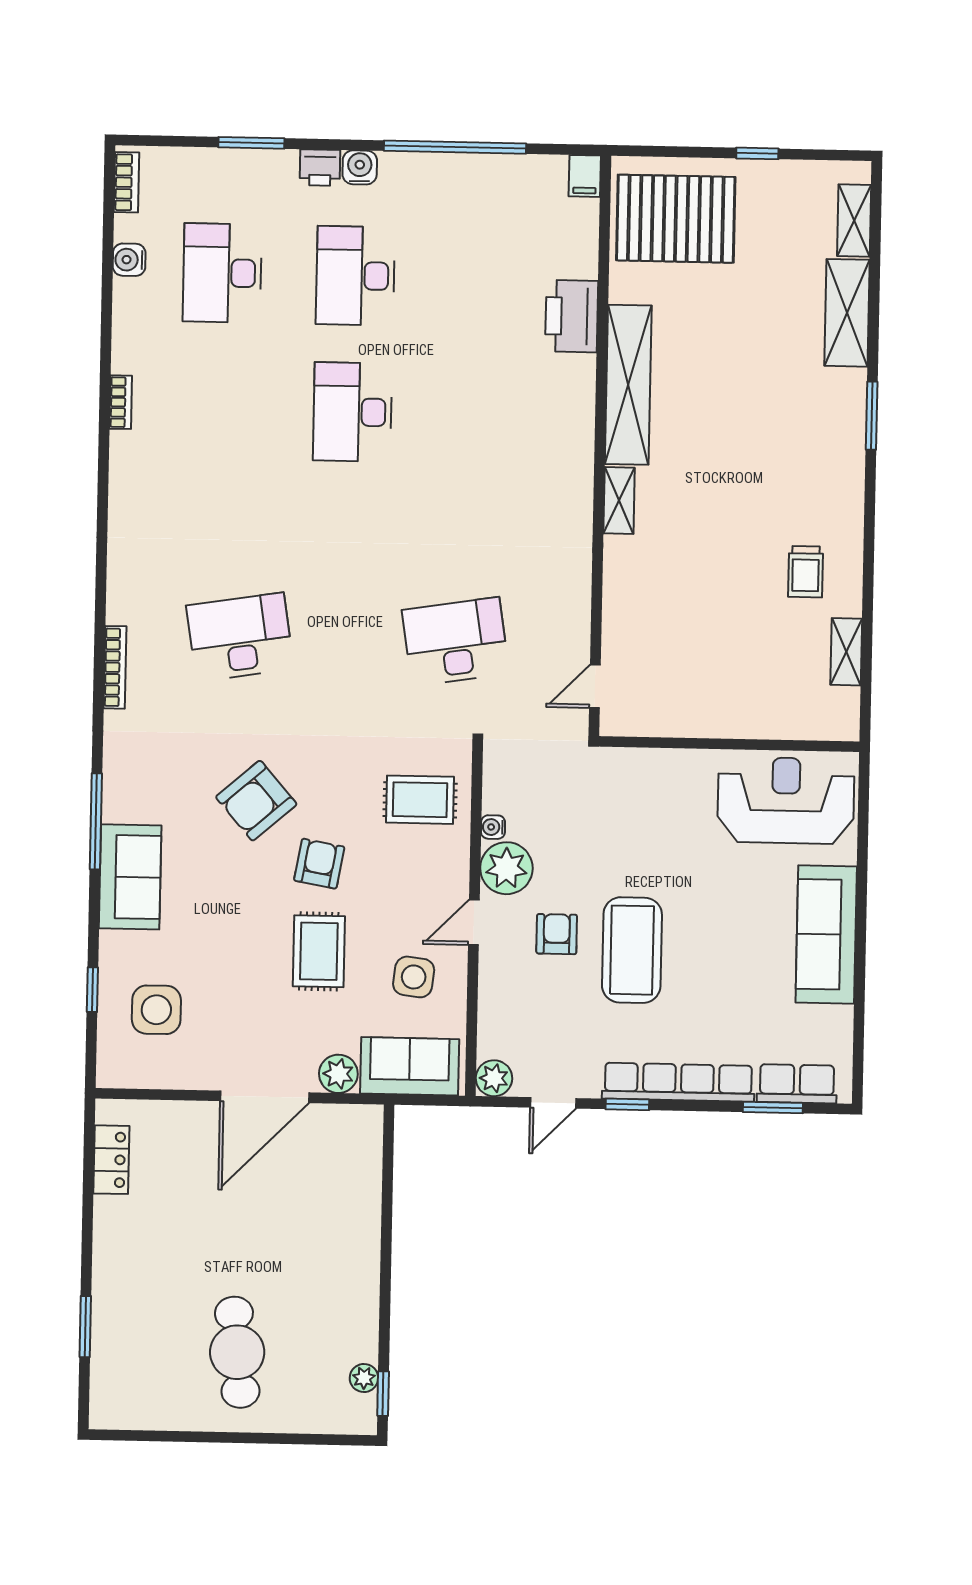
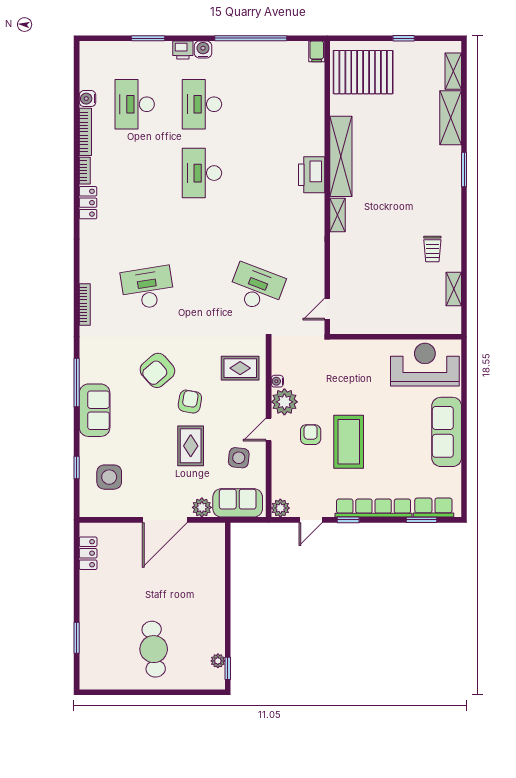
bookcase: (127, 182) -> (85, 132), moved, width x1.56
printer: (572, 316) -> (312, 175), moved
locker: (126, 466) -> (88, 203), added
desk: (456, 642) -> (256, 288), turned 30

